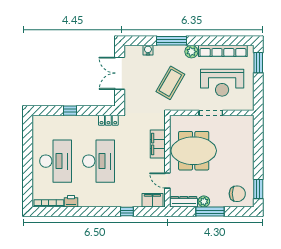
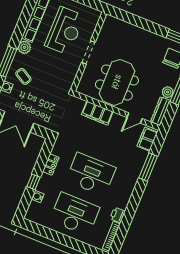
coffee table: (170, 83) -> (23, 76), moved, width x0.54, depth x0.58
water cooler: (58, 120) -> (38, 196), added
locker: (108, 120) -> (51, 164), moved
window: (127, 212) -> (148, 167), width x2.17

